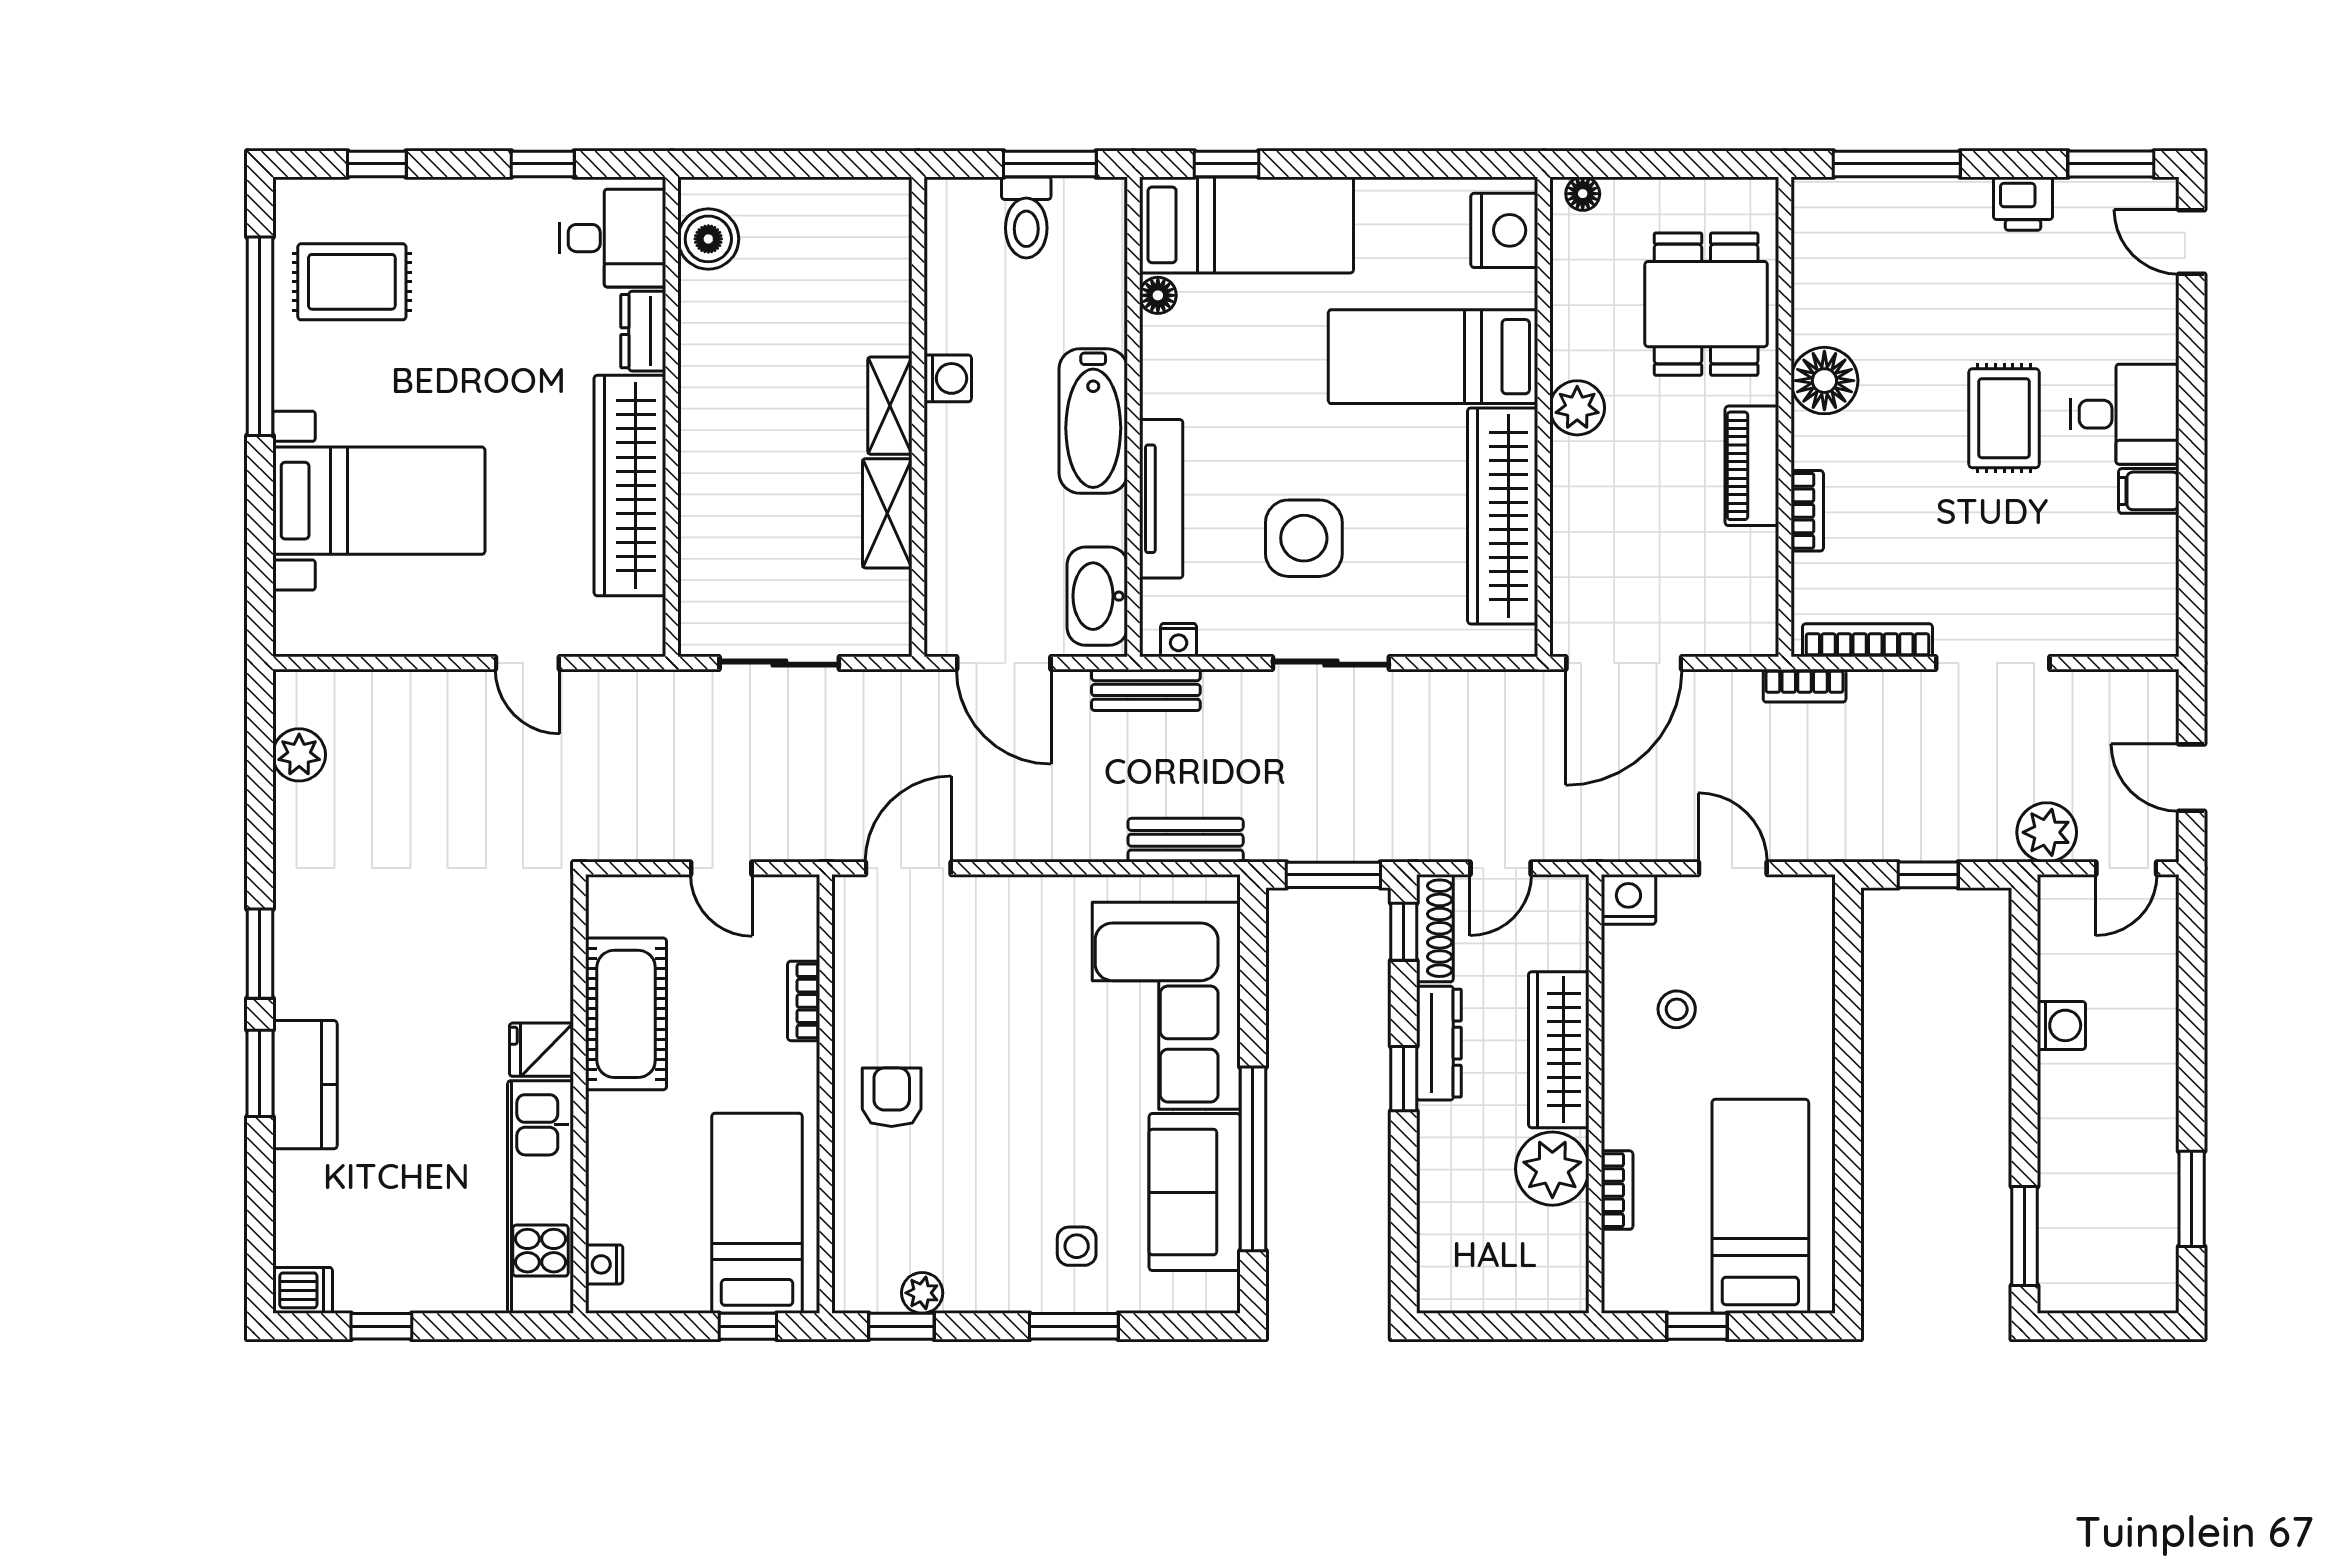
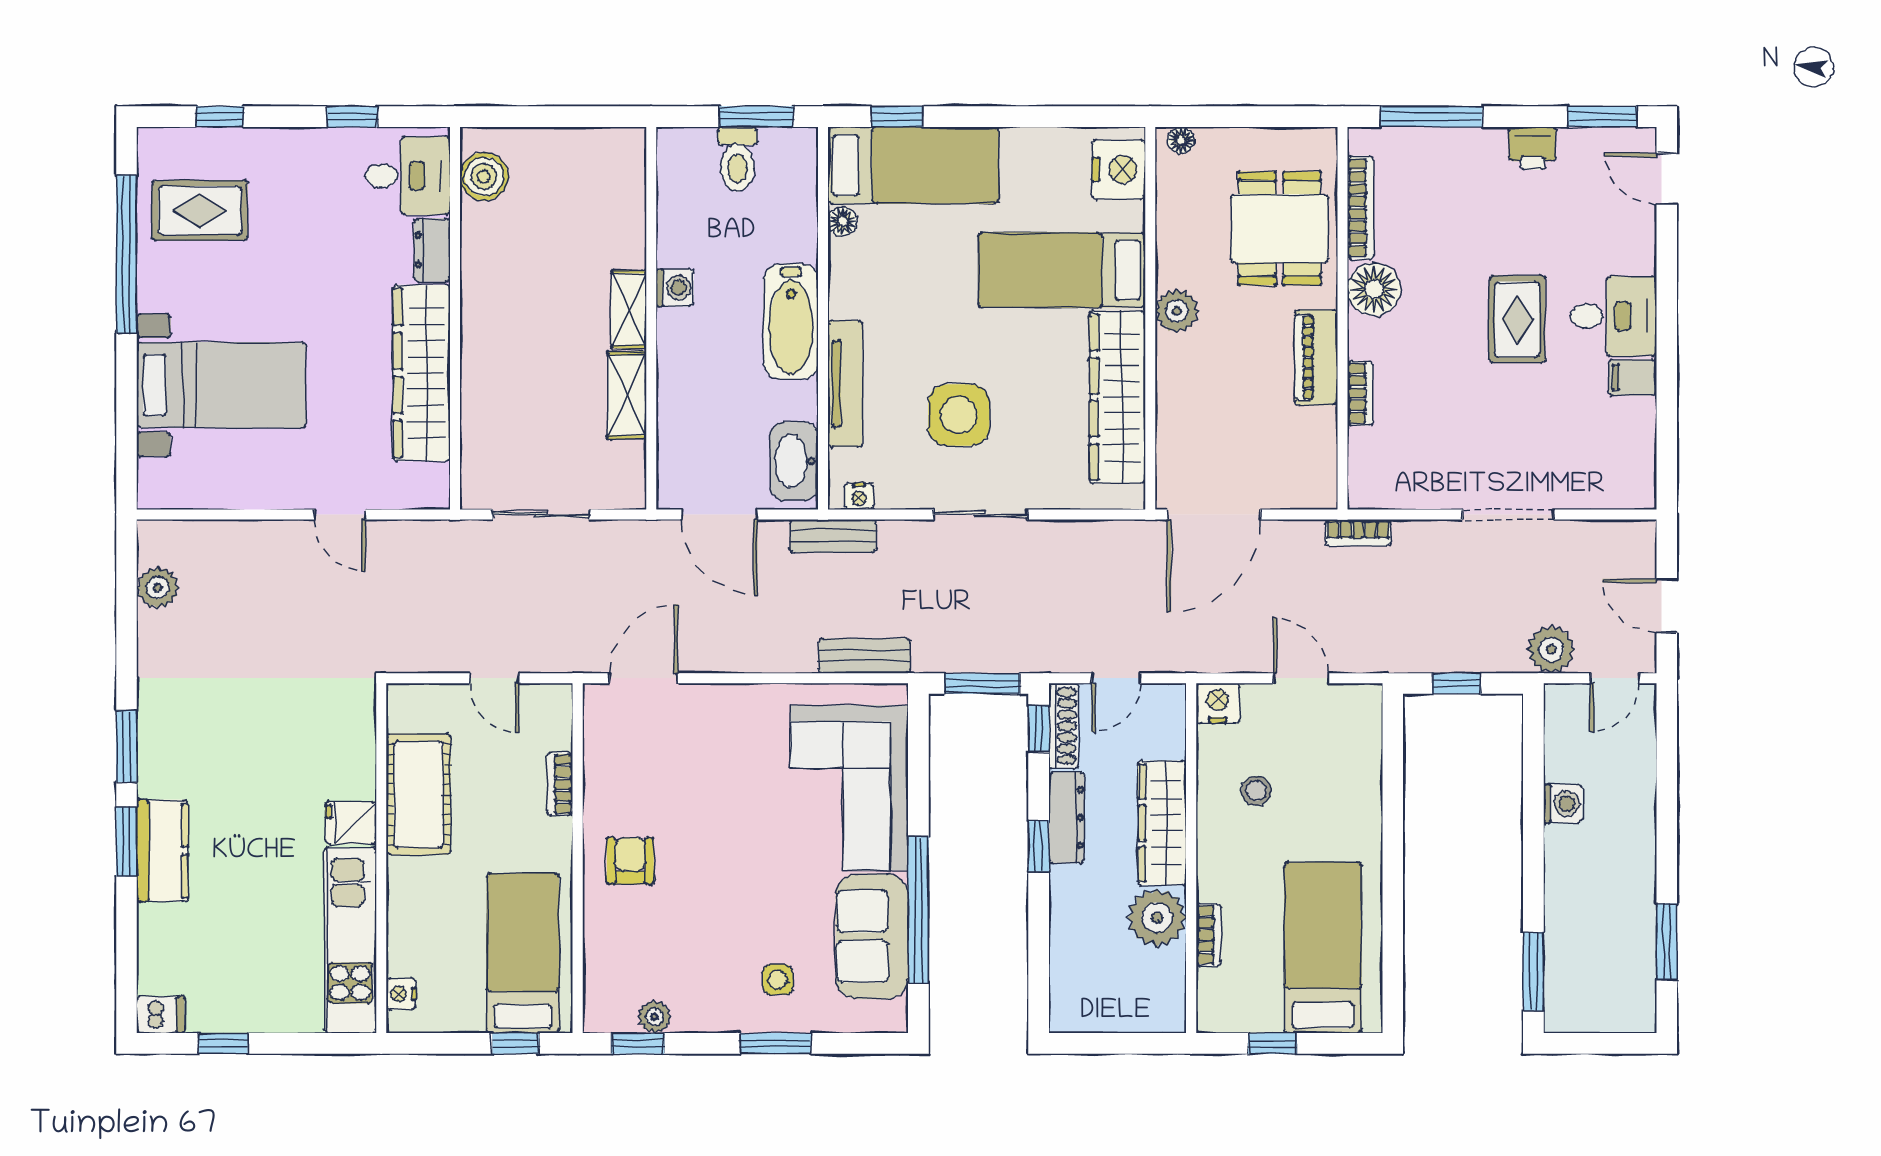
bookcase: (1867, 640) -> (1361, 208), moved, turned 90

